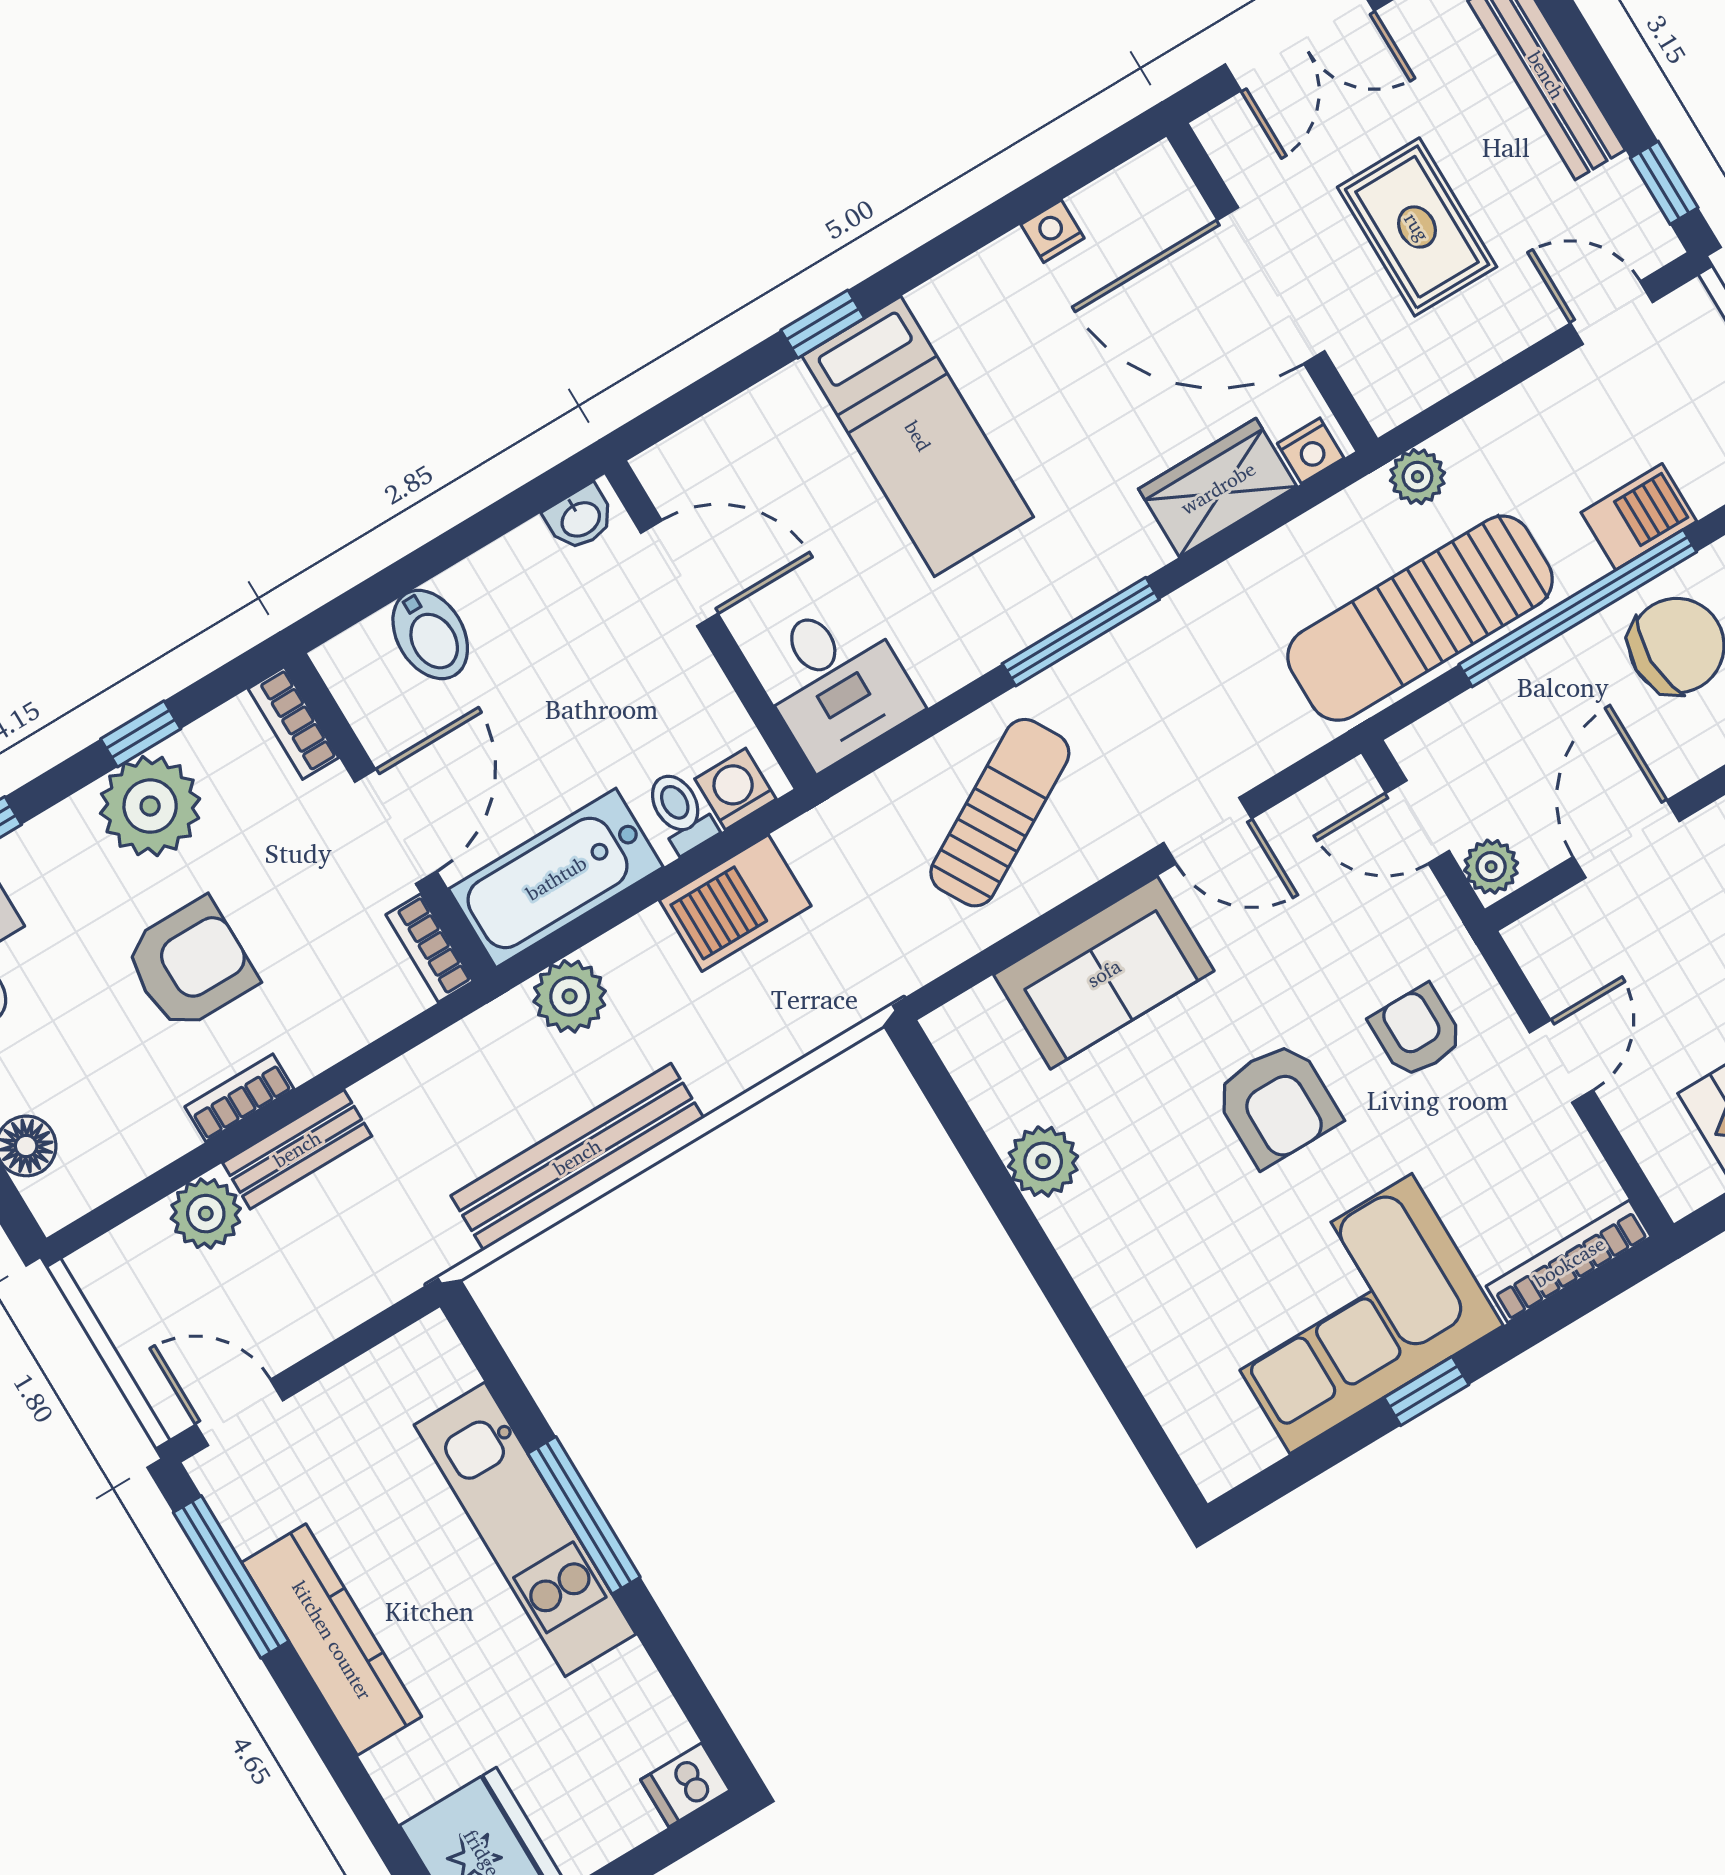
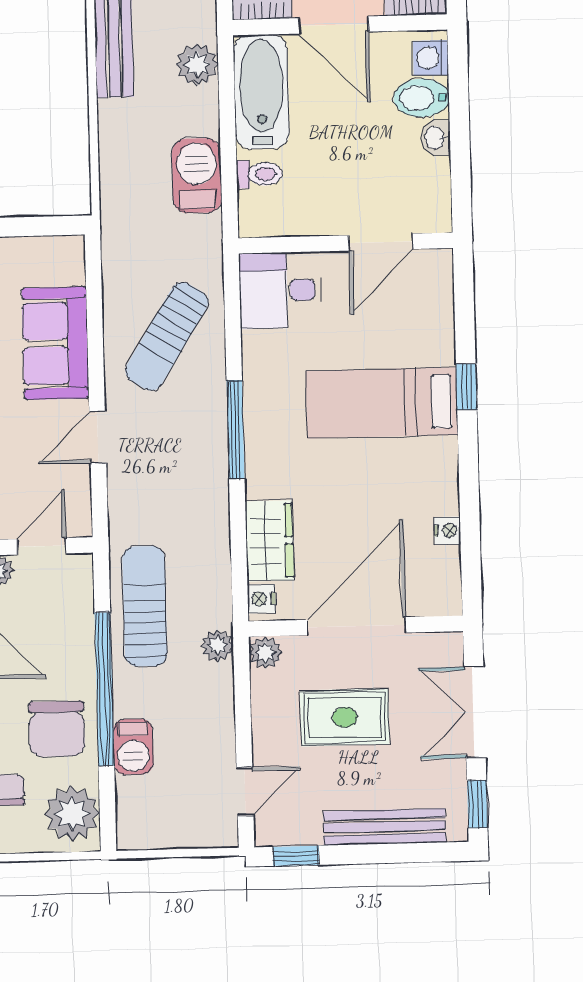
plant: (1387, 399) -> (265, 653), added
washbasin: (580, 518) -> (436, 138), moved
sun lounger: (1420, 618) -> (145, 606), width x0.73, depth x0.75
washing machine: (735, 789) -> (431, 58), moved, turned 180
sun lounger: (1000, 813) -> (167, 336), turned 62

